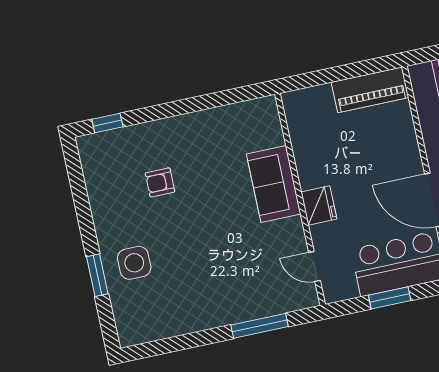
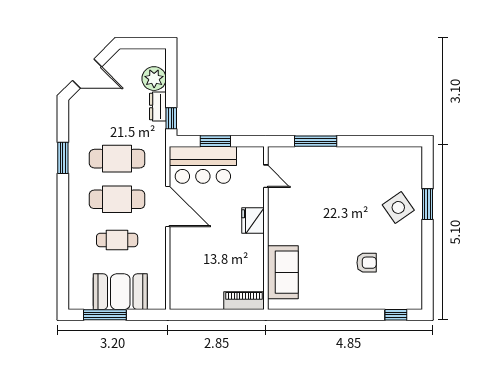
piano: (370, 90) -> (244, 301), moved, width x0.73, depth x0.75
sofa: (274, 184) -> (283, 272), moved
side table: (134, 263) -> (398, 207), turned -35

